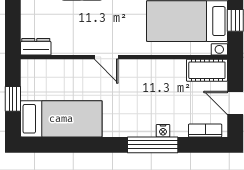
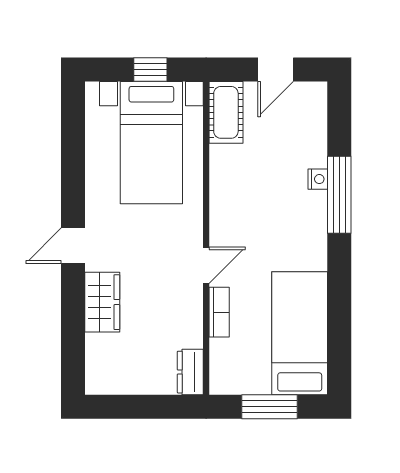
window: (13, 99) -> (269, 407), width x1.50
bookcase: (205, 131) -> (219, 312), moved, turned 180

